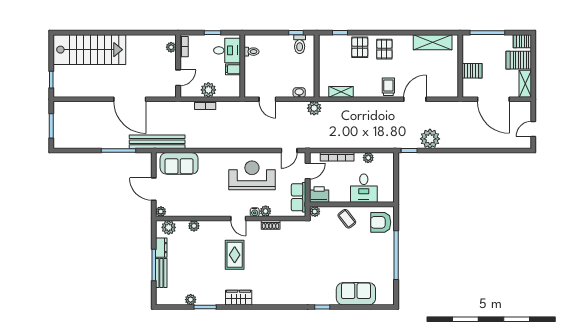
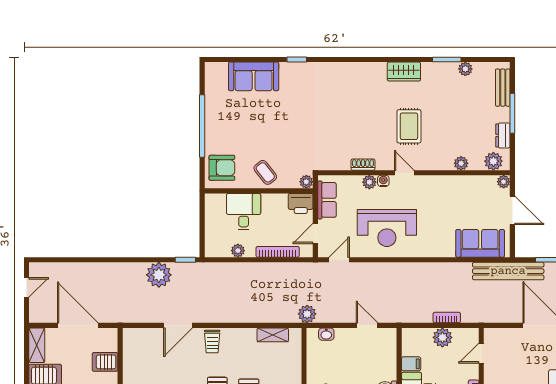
bench: (161, 273) -> (503, 88), moved

